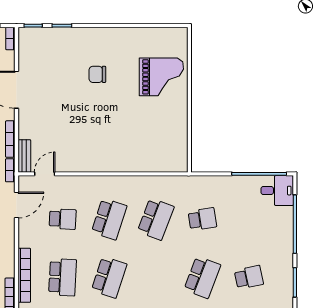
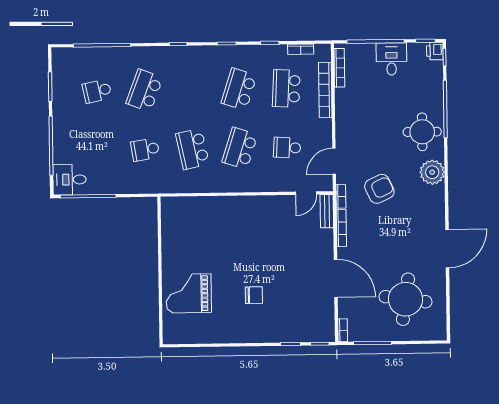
school desk: (156, 219) -> (192, 149), turned -33

